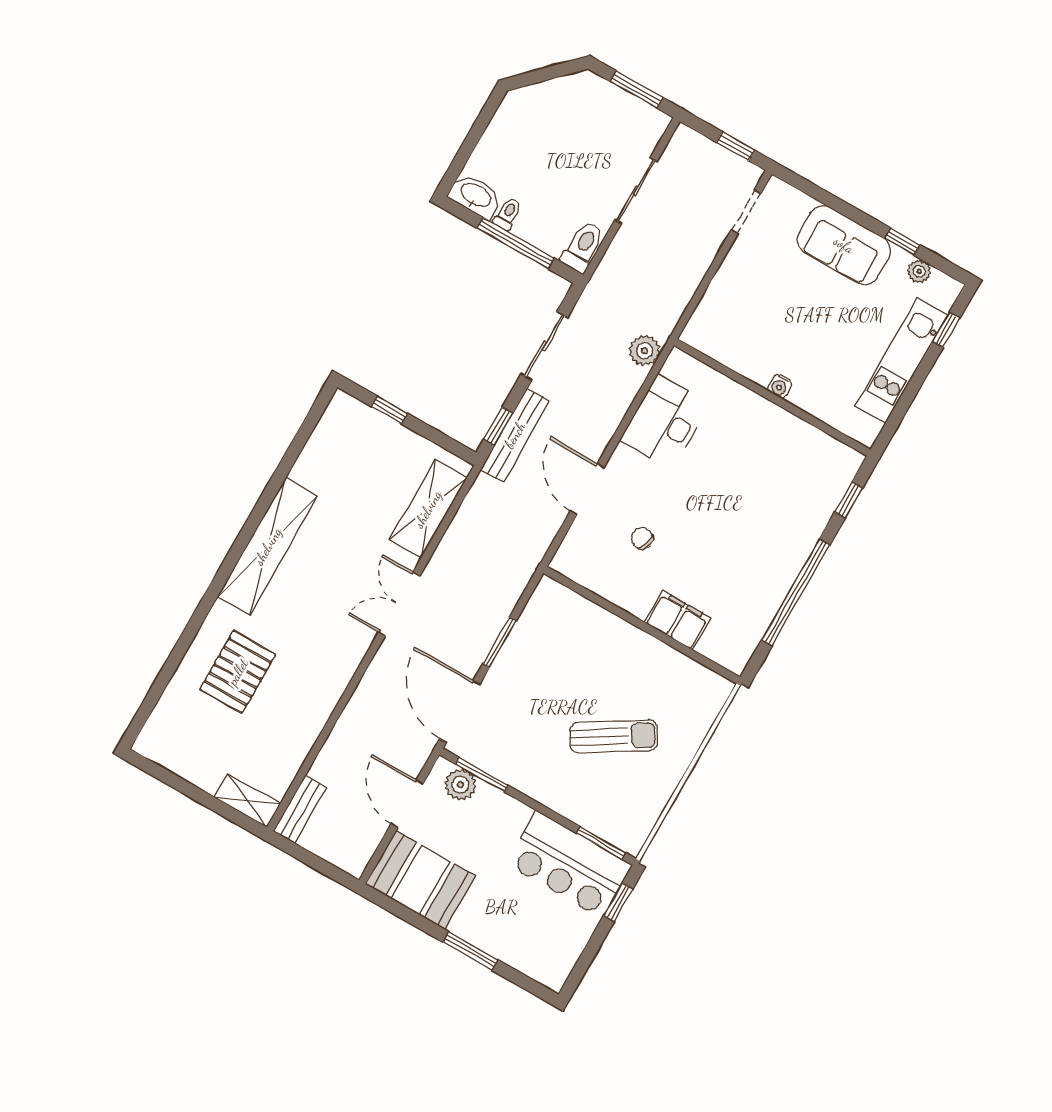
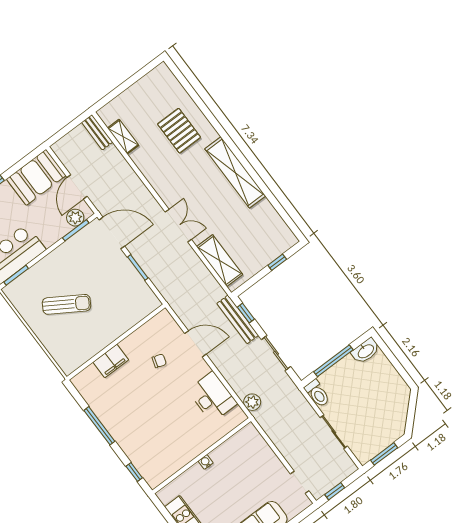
toilet: (508, 214) -> (350, 363), removed
window: (796, 592) -> (99, 426), width x0.68
sun lounger: (614, 736) -> (67, 304), turned -116
shelving: (247, 801) -> (123, 137), moved, turned 90
door: (407, 804) -> (77, 187), swing flipped

